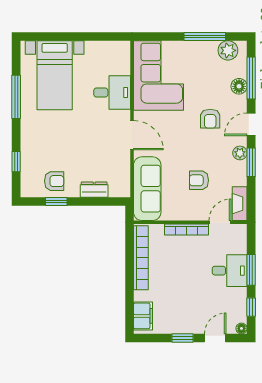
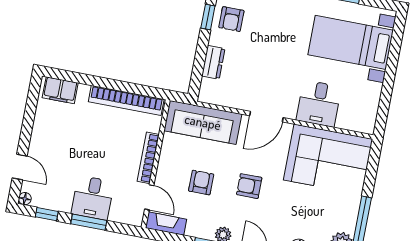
armchair: (210, 119) -> (249, 186), moved
window: (183, 338) -> (27, 130), removed

